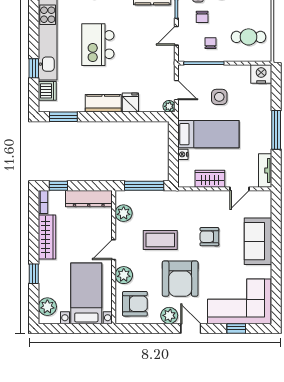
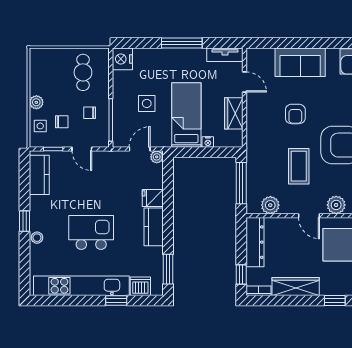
kitchen island: (98, 45) -> (91, 232), turned 180

